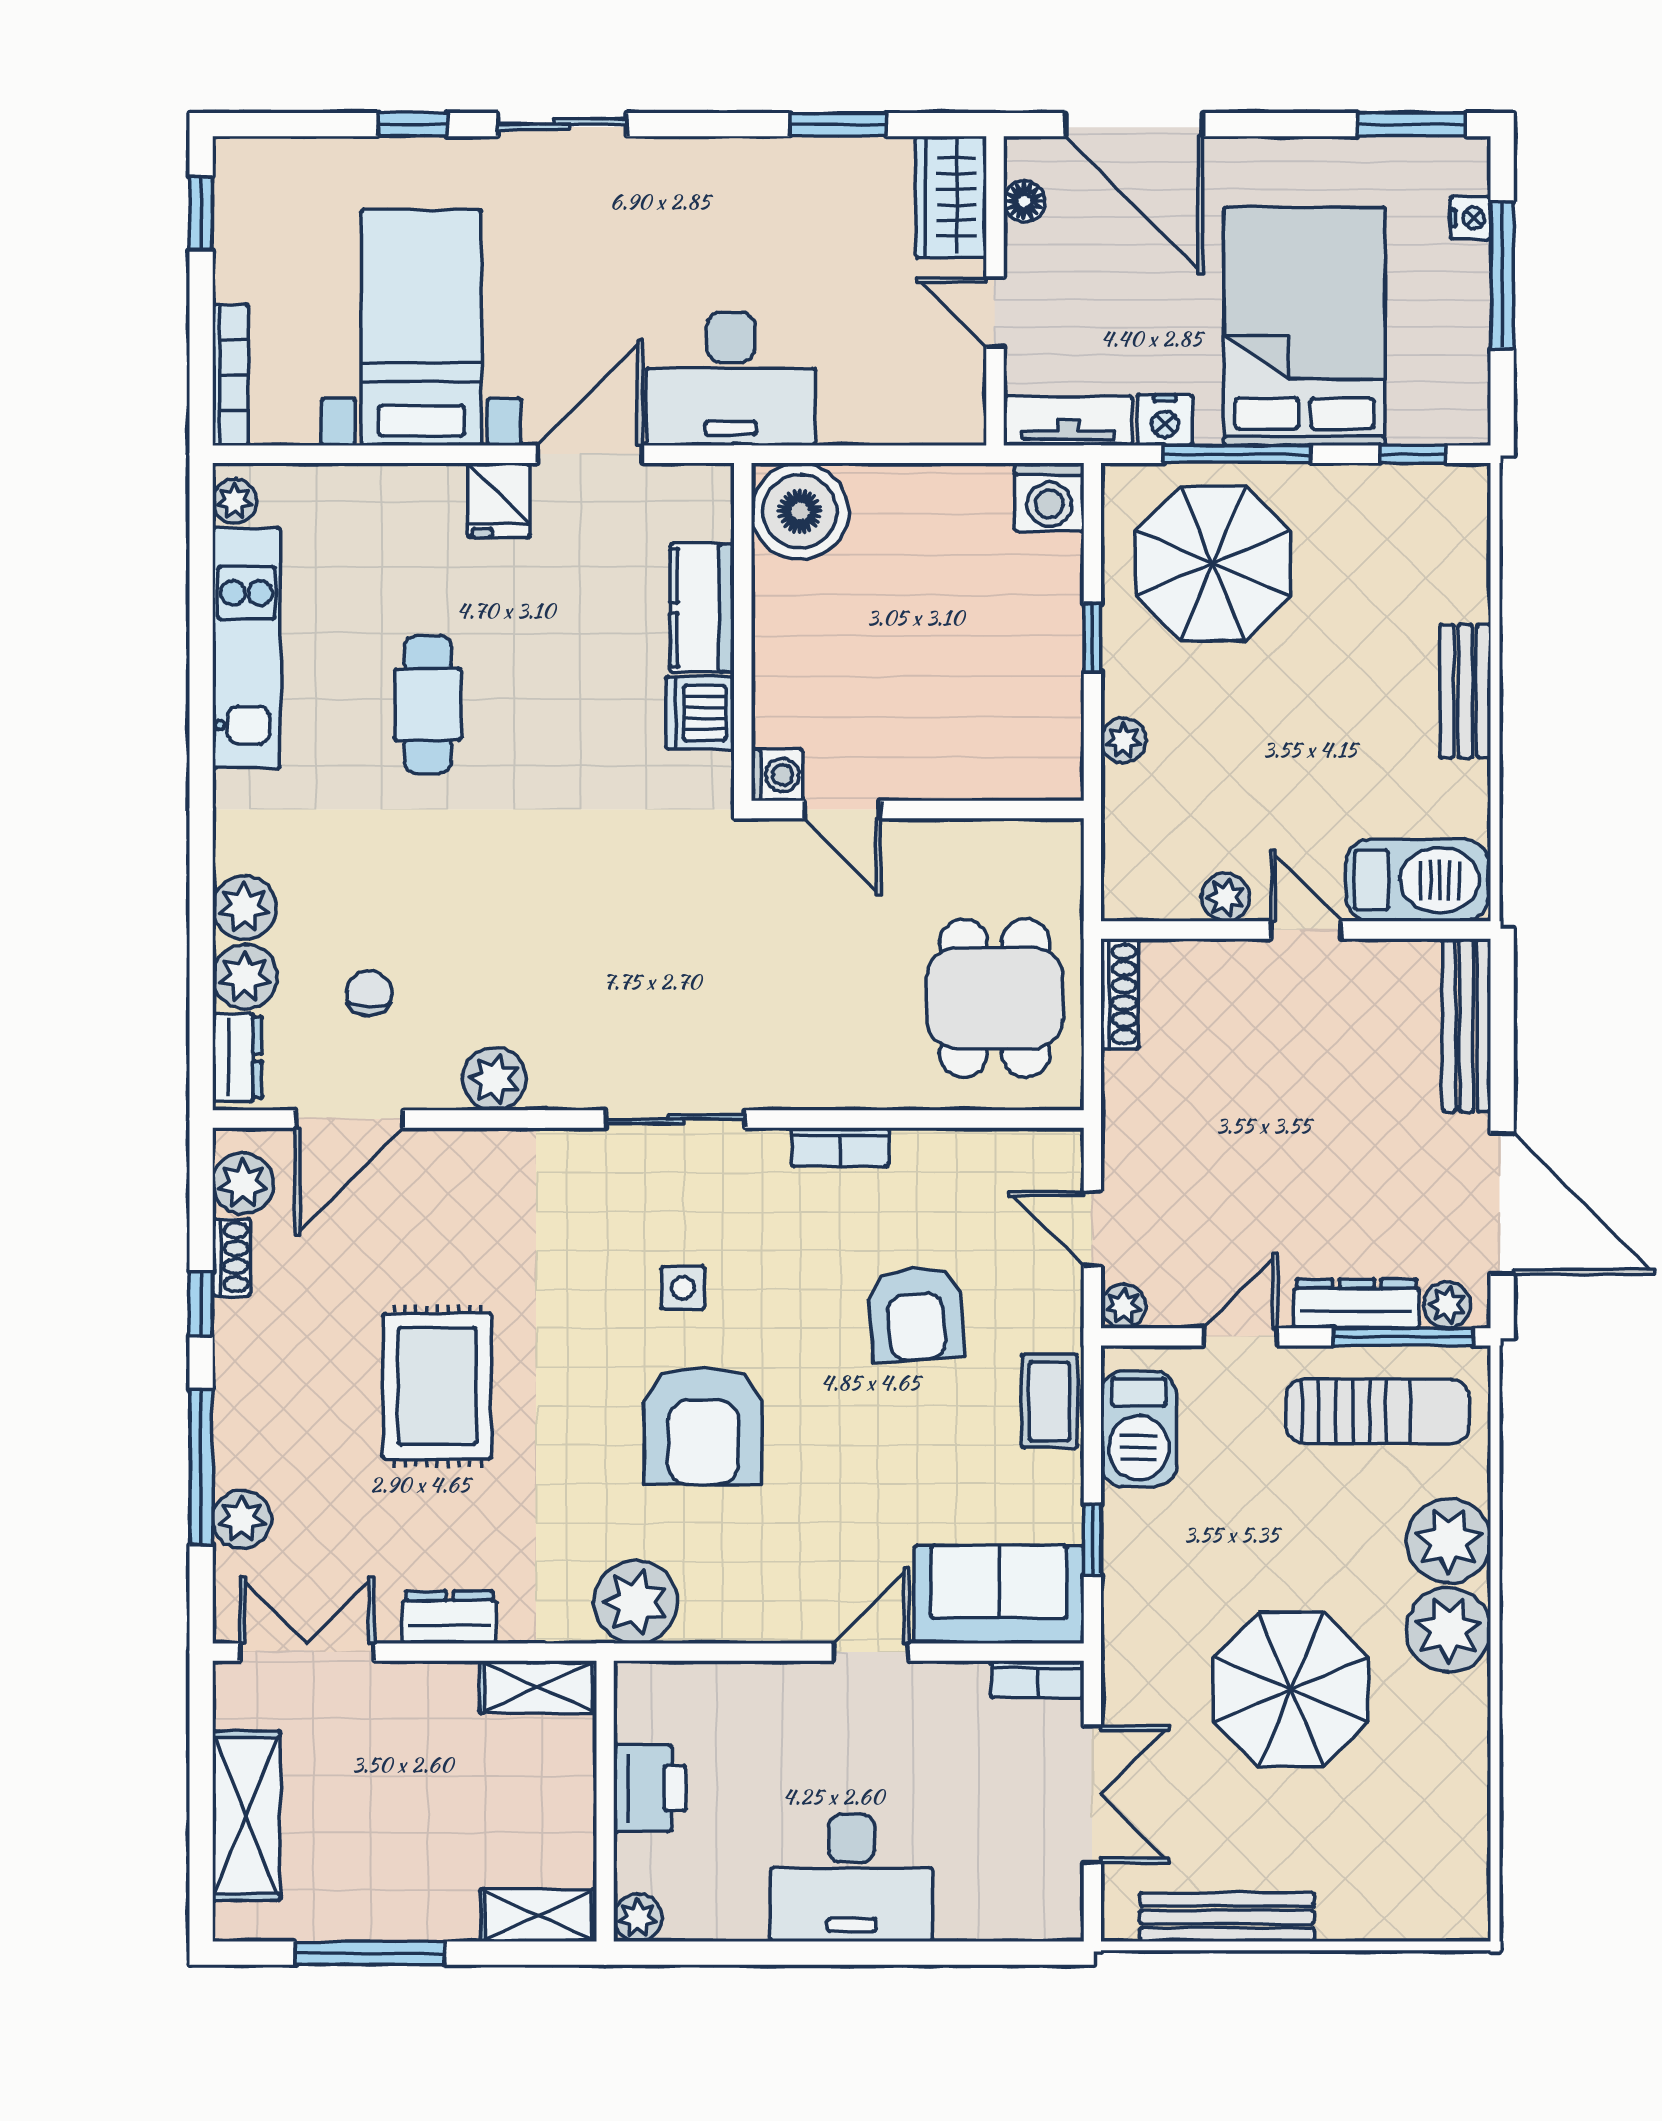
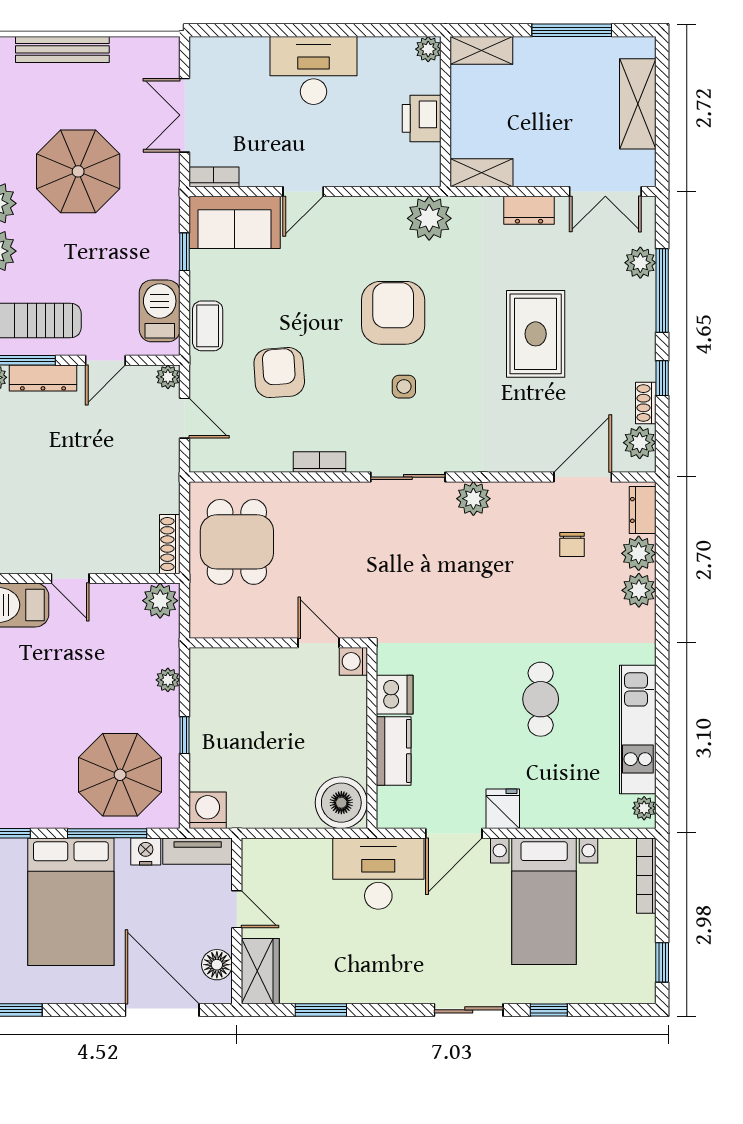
floor lamp: (1024, 201) -> (217, 965), width x1.37, depth x1.37
plant: (1226, 897) -> (160, 601), moved, width x1.38, depth x1.38
plant: (494, 1079) -> (473, 499), moved
bench: (1227, 1917) -> (62, 49), moved

